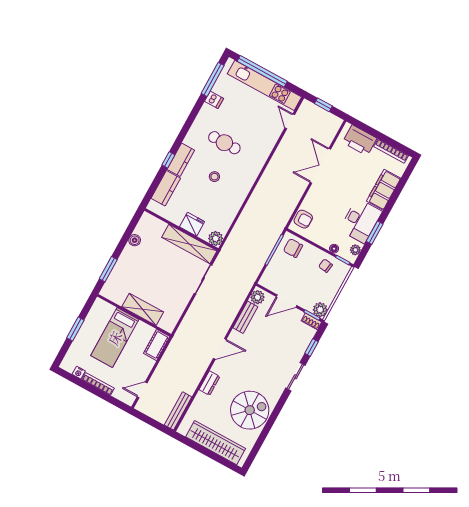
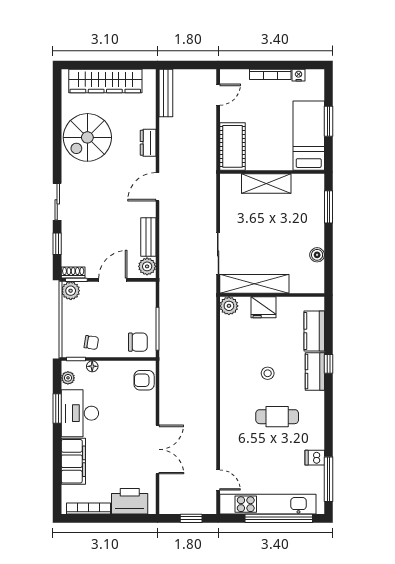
bed: (115, 338) -> (309, 136), moved
cot: (157, 345) -> (233, 146), width x1.37, depth x1.34

